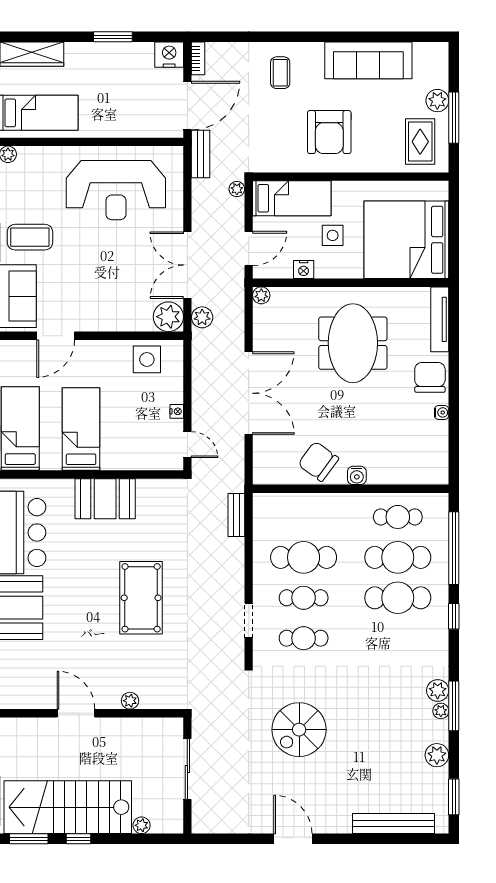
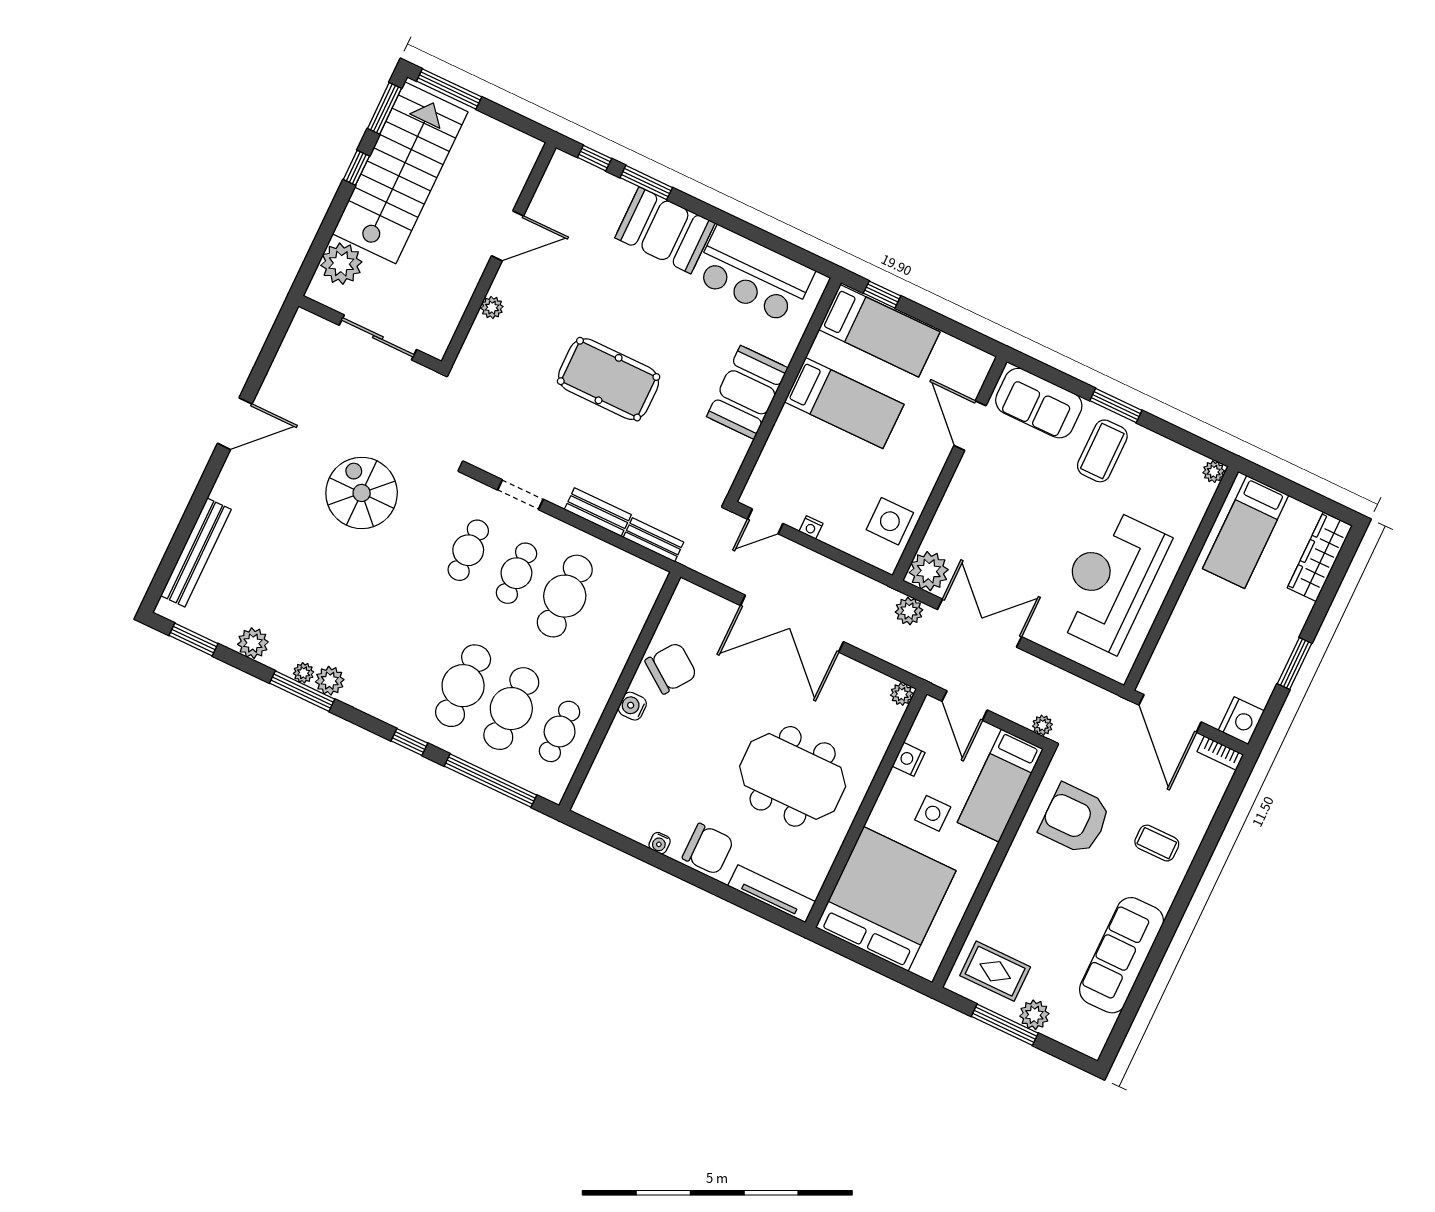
armchair: (329, 132) -> (1075, 819), moved
bench: (201, 154) -> (598, 512), moved
plant: (142, 825) -> (341, 264), width x1.87, depth x1.87

